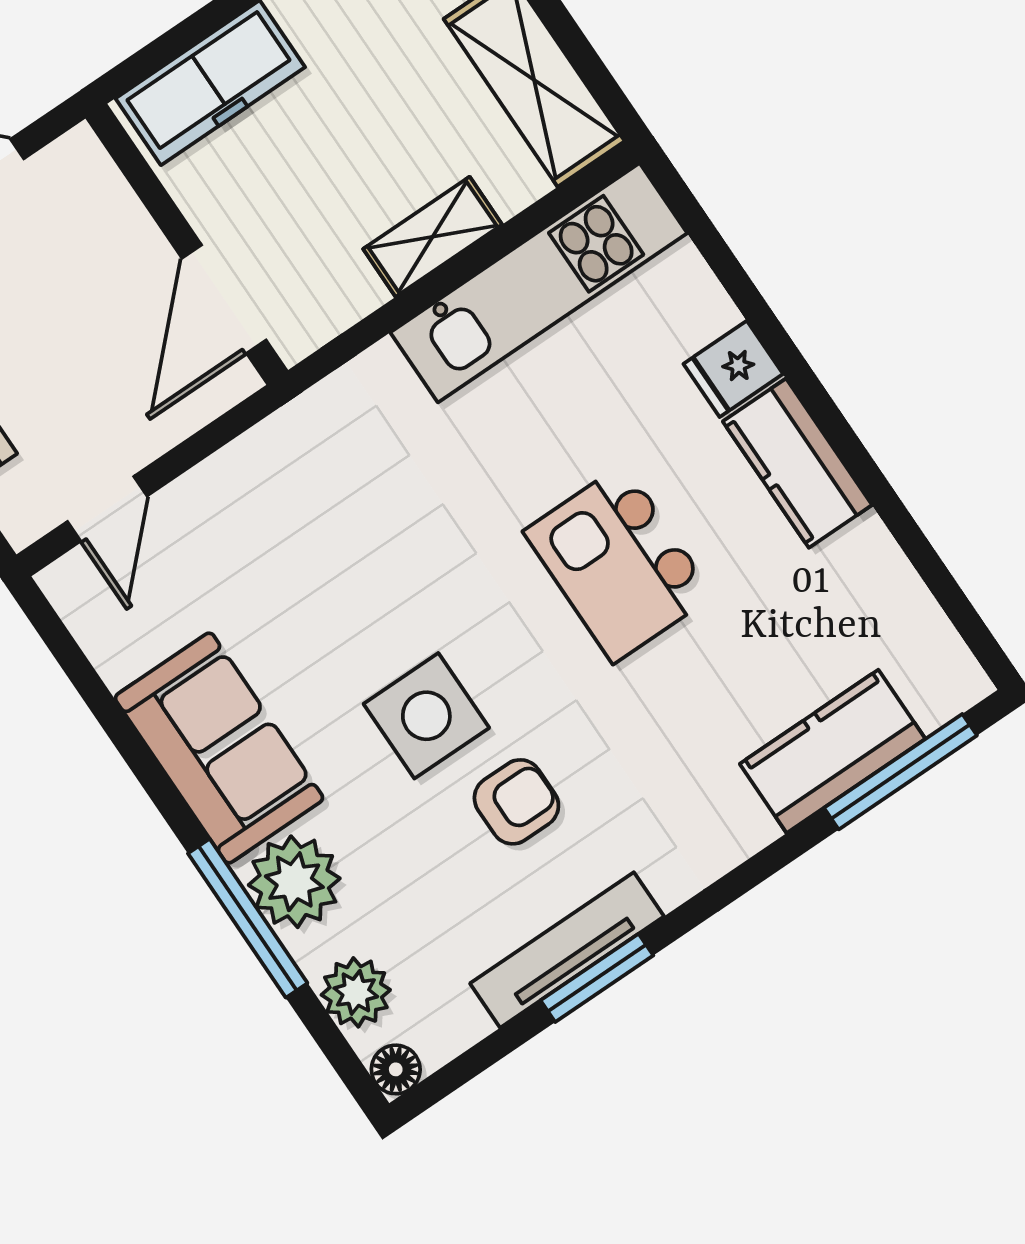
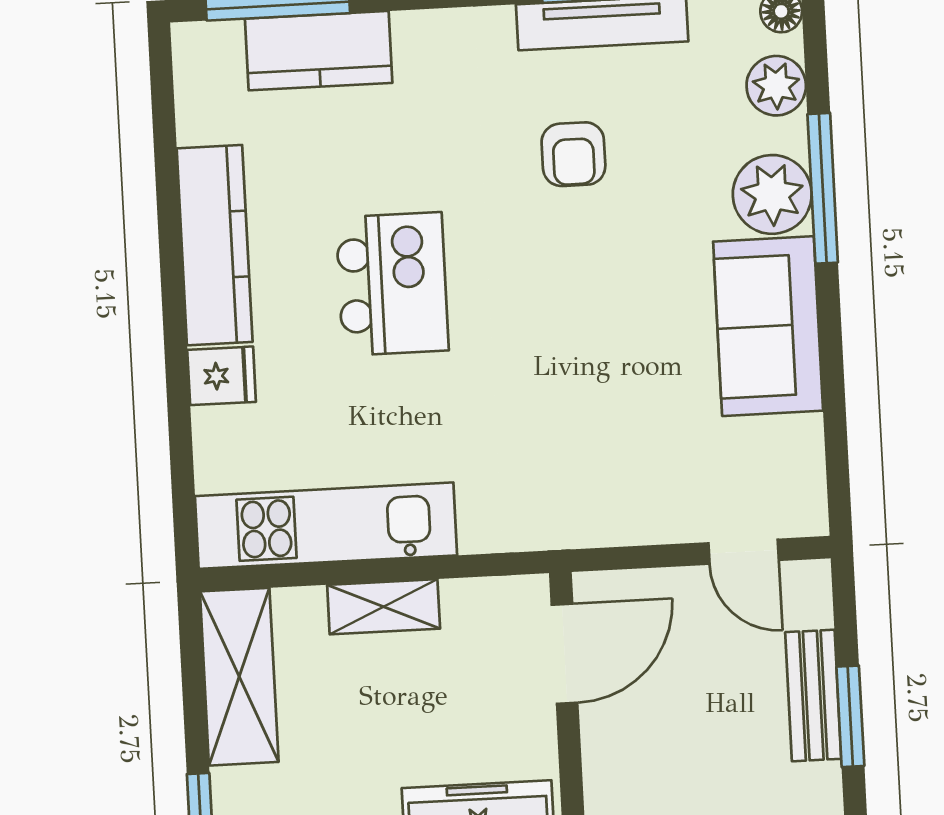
kitchen counter: (797, 463) -> (215, 245), width x1.50
door: (107, 509) -> (744, 552), swing flipped
side table: (426, 716) -> (601, 258), removed
armchair: (516, 802) -> (573, 154), turned -90

